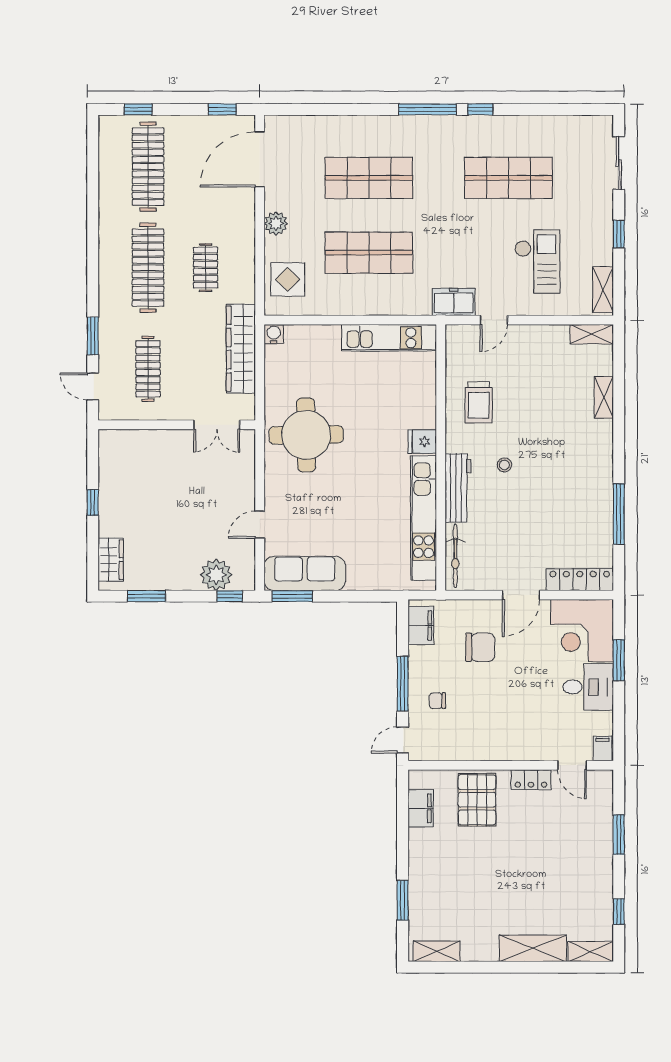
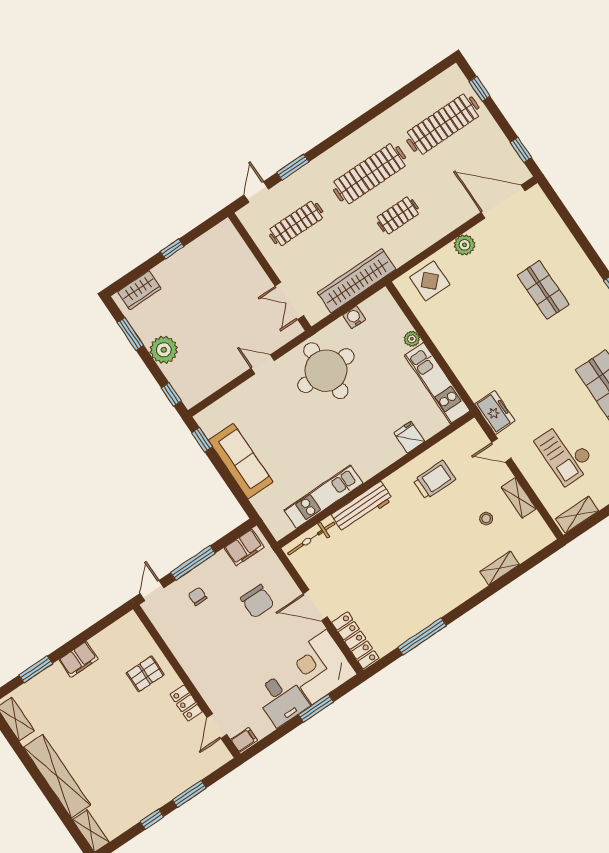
shop shelf: (369, 178) -> (543, 290), width x0.70, depth x0.74
shop shelf: (369, 253) -> (489, 327), removed
checkout: (537, 261) -> (565, 453), turned 90
plant: (331, 333) -> (412, 339), added
water cooler: (274, 334) -> (354, 317), moved, turned -90
shelving: (592, 334) -> (519, 498), moved
trolley: (479, 402) -> (434, 480), turned 180
fridge: (422, 442) -> (409, 437), moved
stool: (504, 465) -> (486, 519), moved
kitchen unit: (424, 518) -> (323, 497), width x0.73
door: (260, 525) -> (263, 364), moved
sofa: (305, 573) -> (241, 461), moved
plant: (216, 575) -> (164, 350), moved
window: (292, 596) -> (202, 440), width x0.67
door: (403, 740) -> (152, 591), hinge flipped
pallet: (477, 800) -> (145, 674), width x0.67, depth x0.71
filing cabinet: (421, 808) -> (79, 659), moved
window: (619, 912) -> (152, 819), moved
shelving: (533, 948) -> (57, 776), width x1.47

